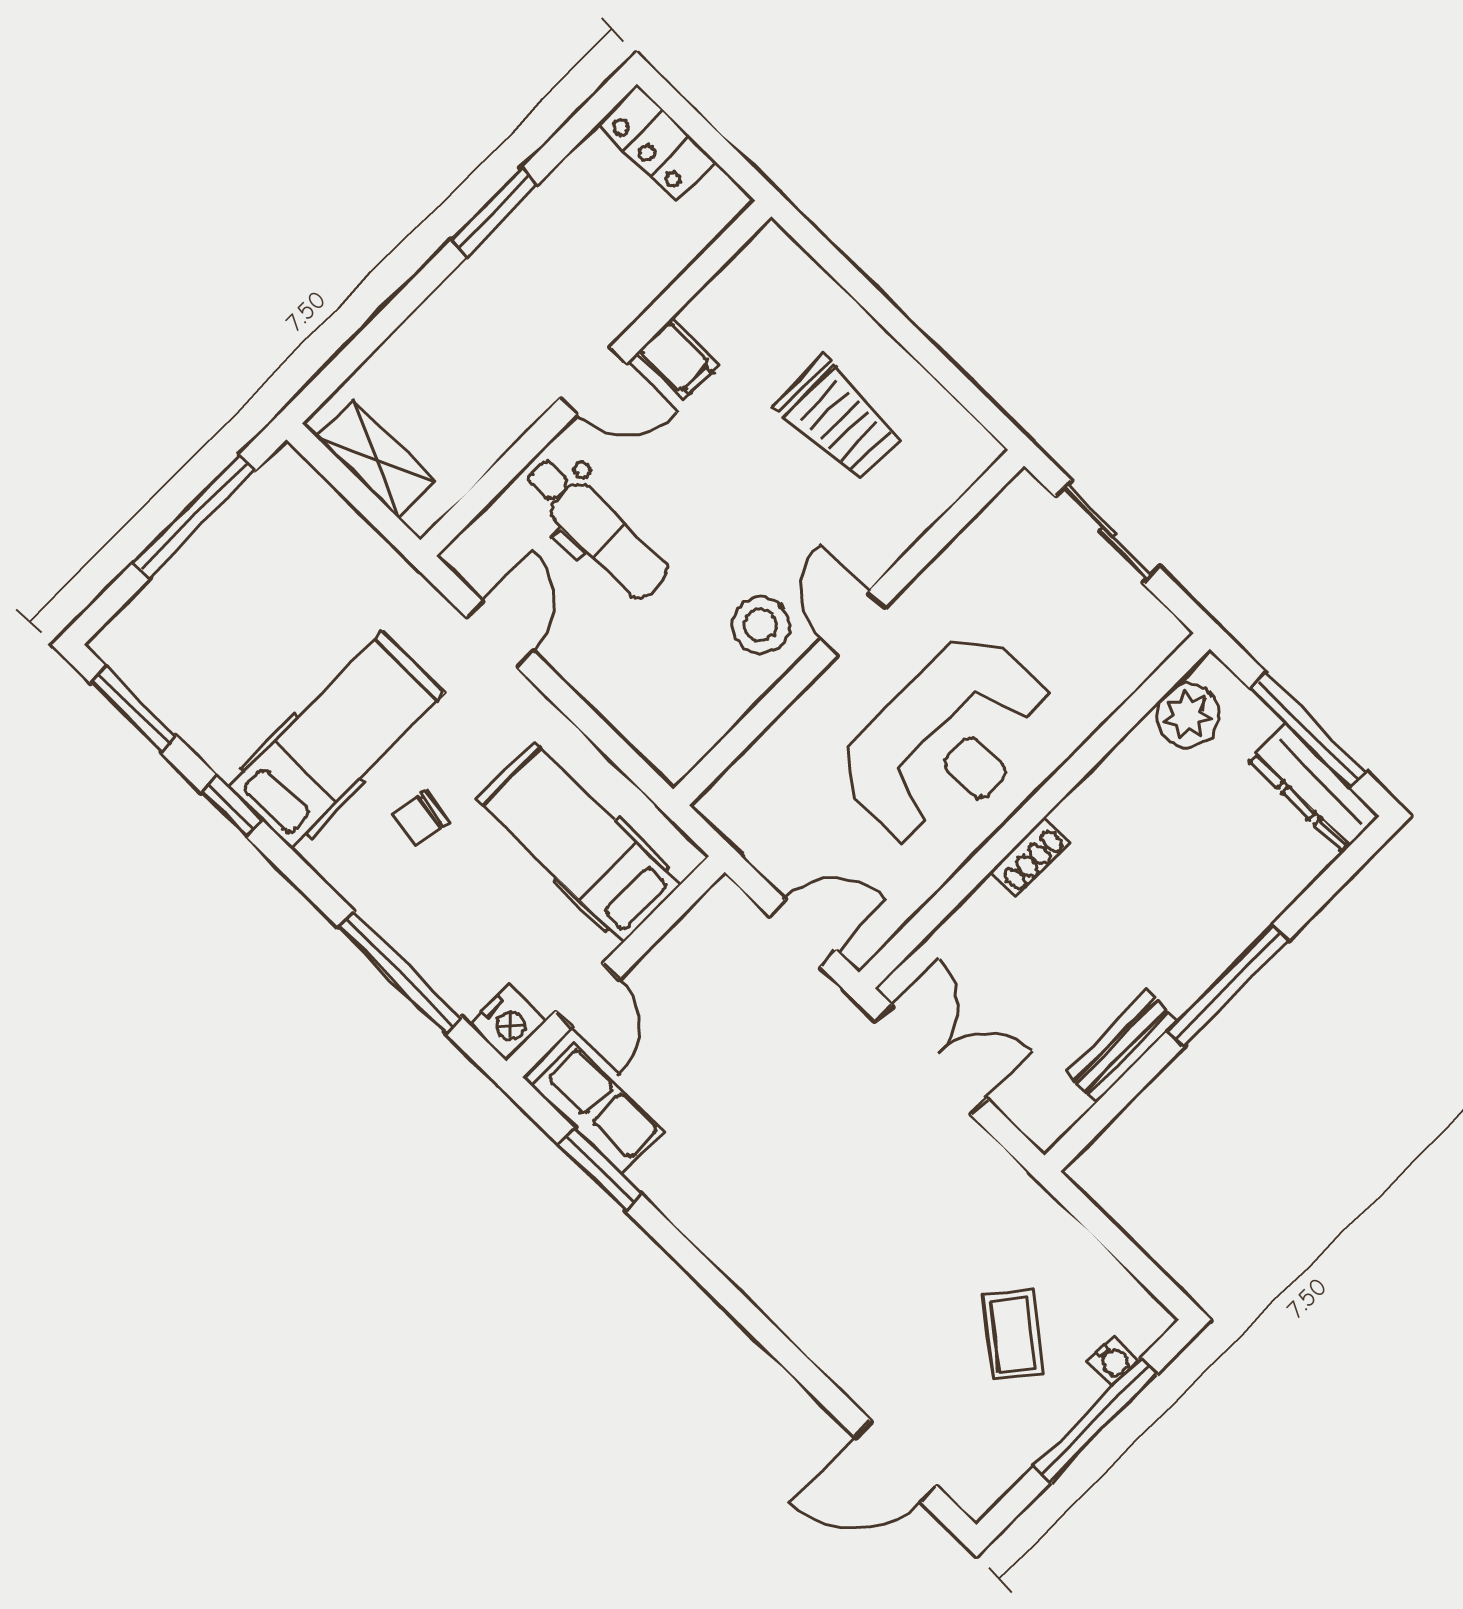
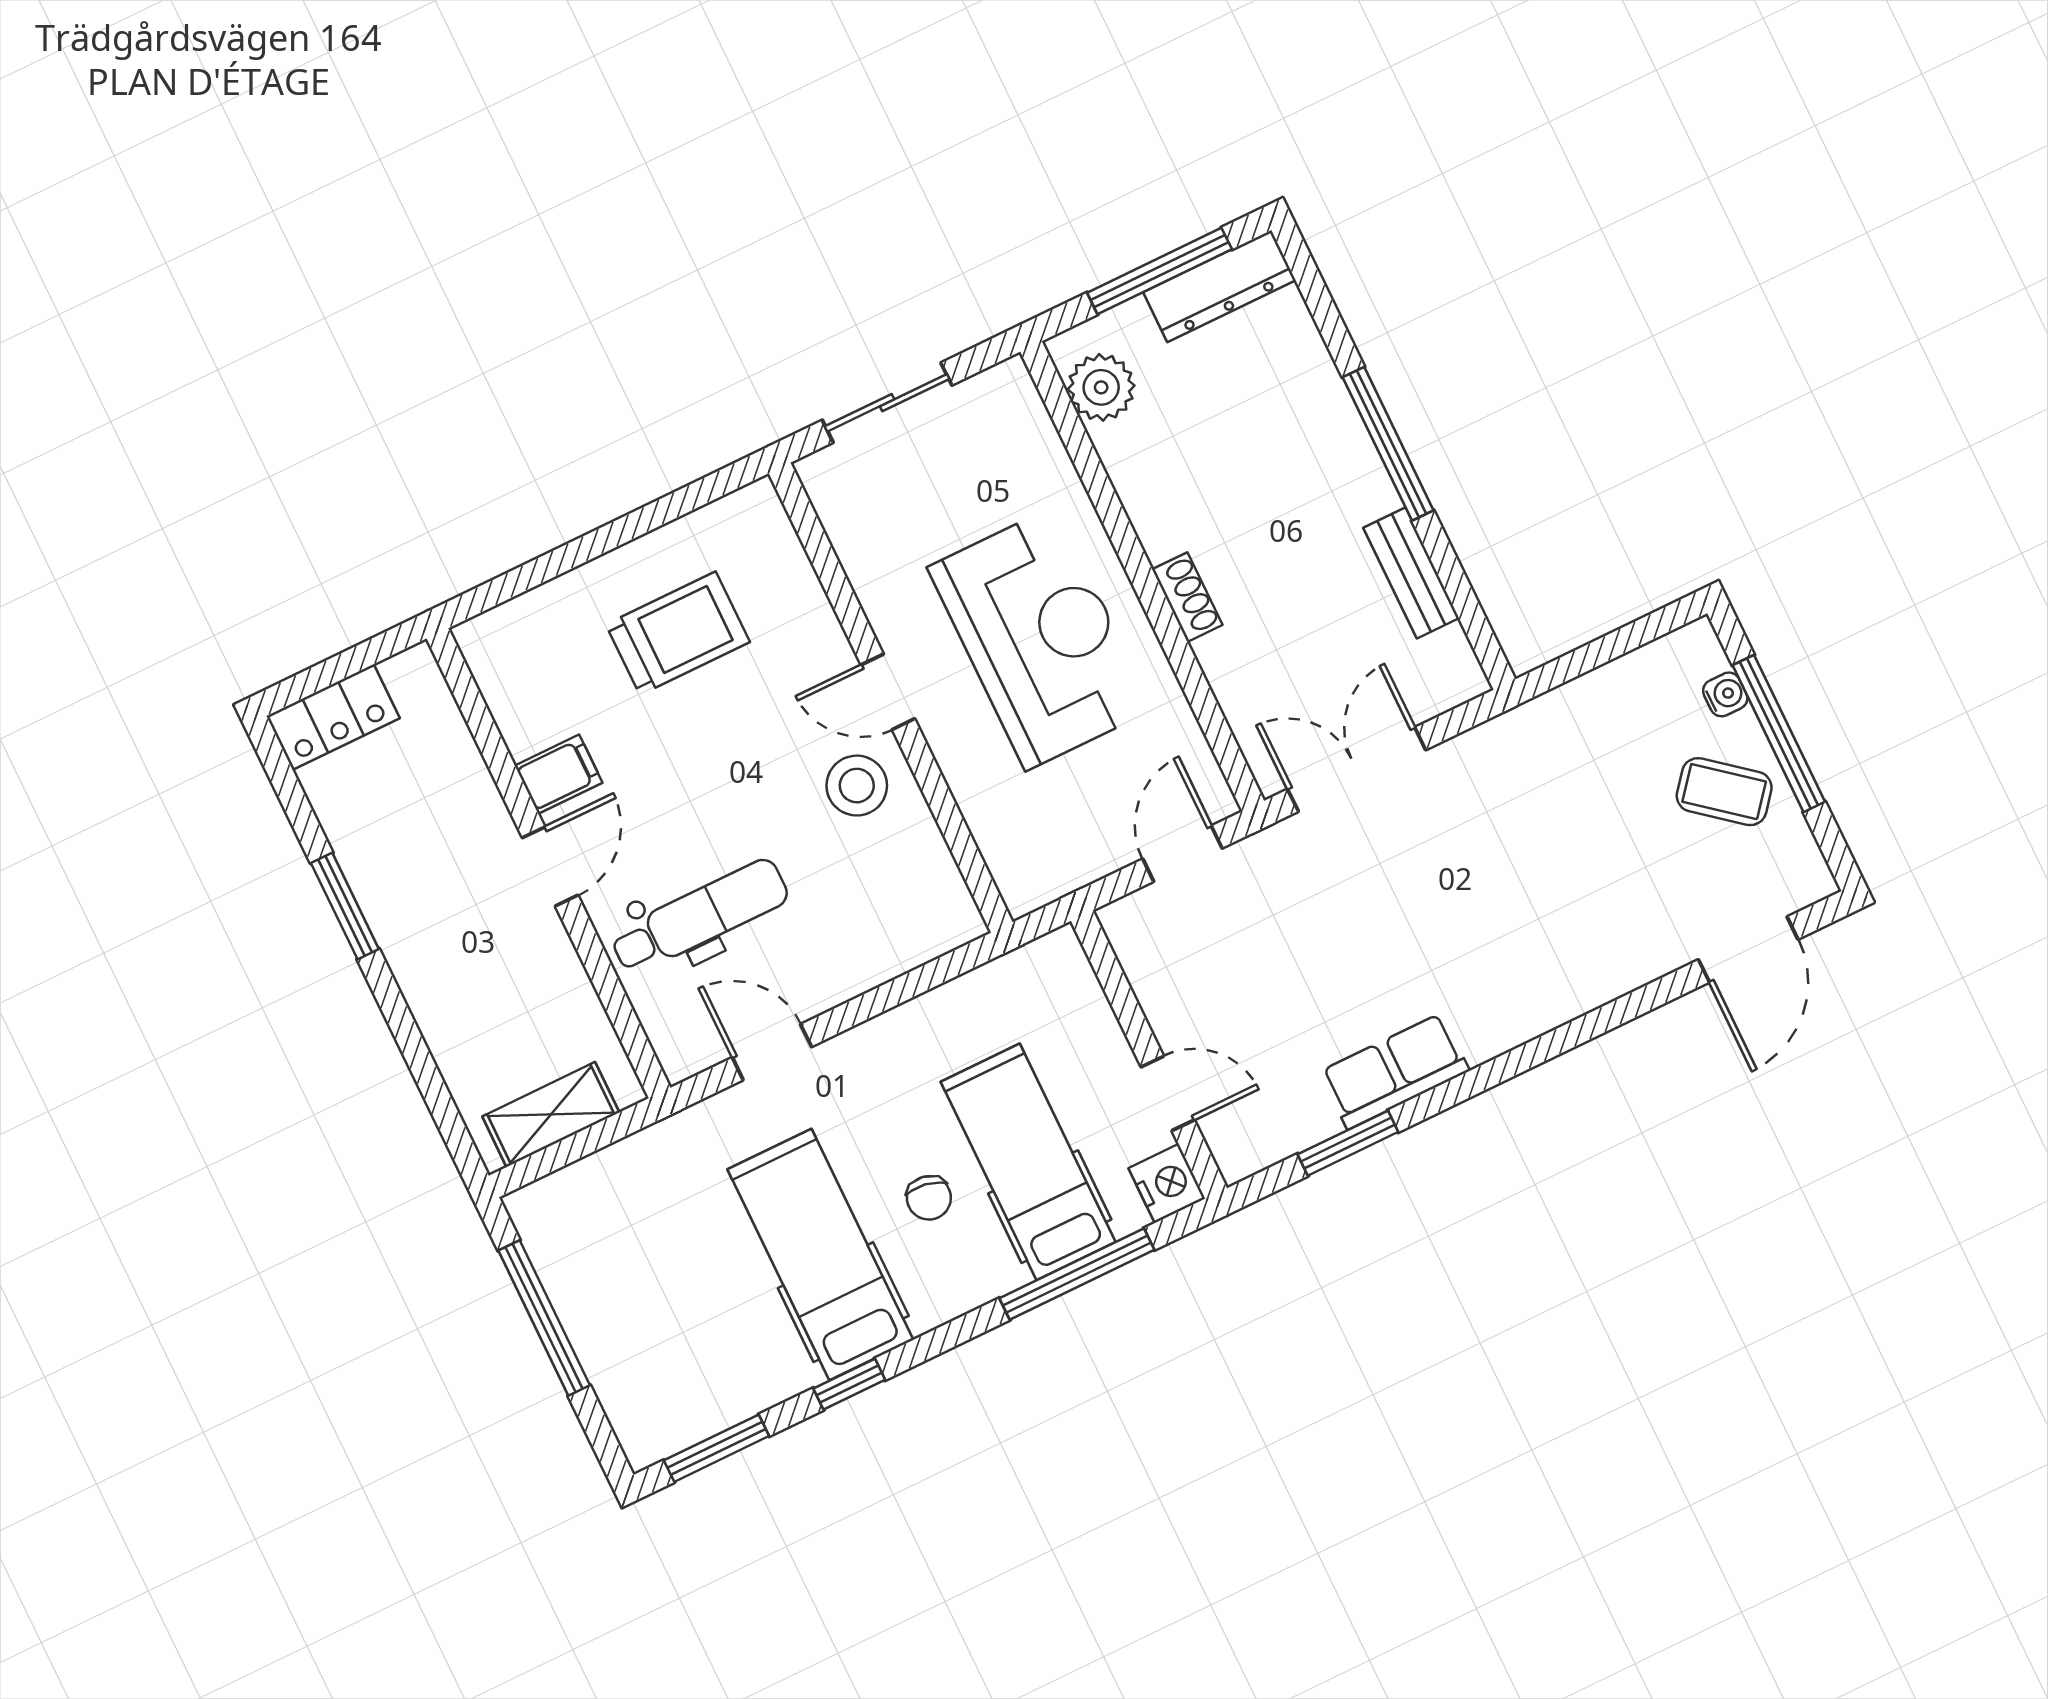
hospital bed: (578, 842) -> (1028, 1162), moved, turned 90
row of seats: (598, 1109) -> (1395, 1071), moved
coffee table: (1013, 1334) -> (1724, 792), moved

